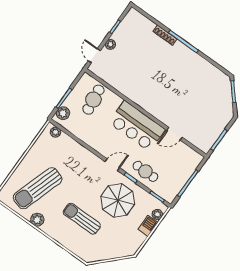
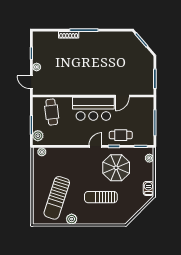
barbecue: (148, 226) -> (148, 188), moved

